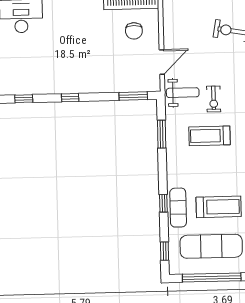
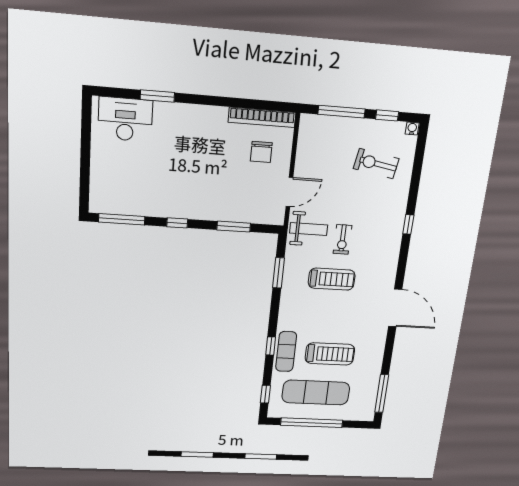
window: (133, 96) -> (234, 227), moved
window: (24, 99) -> (122, 219), width x2.17
treadmill: (209, 136) -> (332, 279), turned 180

